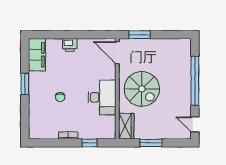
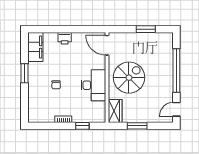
window: (140, 35) -> (146, 29), moved
spiral stairs: (142, 89) -> (129, 78), turned -90
door: (195, 124) -> (176, 109), hinge flipped

